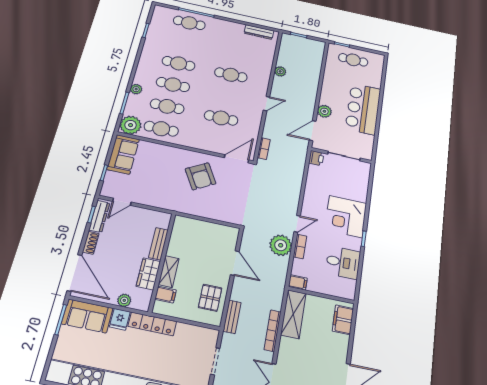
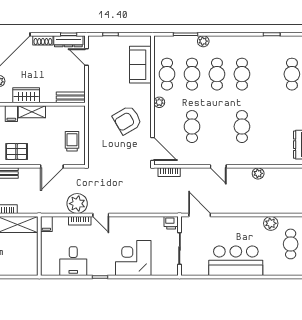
plant: (324, 111) -> (271, 223), moved
plant: (131, 125) -> (159, 102), moved, width x0.53, depth x0.53
sofa: (123, 154) -> (140, 65), moved, turned 90
corner desk: (346, 217) -> (133, 258), moved
trolley: (211, 236) -> (72, 141), added
bench: (158, 244) -> (71, 97), moved
filing cabinet: (343, 320) -> (22, 268), removed

